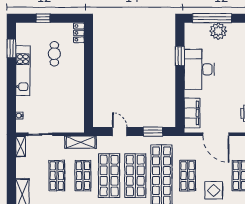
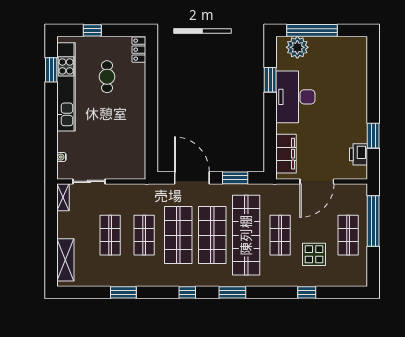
plant: (218, 31) -> (297, 47), moved
kitchen unit: (23, 71) -> (66, 87), width x1.36
door: (120, 132) -> (192, 178), width x1.87
door: (216, 134) -> (317, 181), hinge flipped
shelving: (80, 142) -> (141, 192), removed

